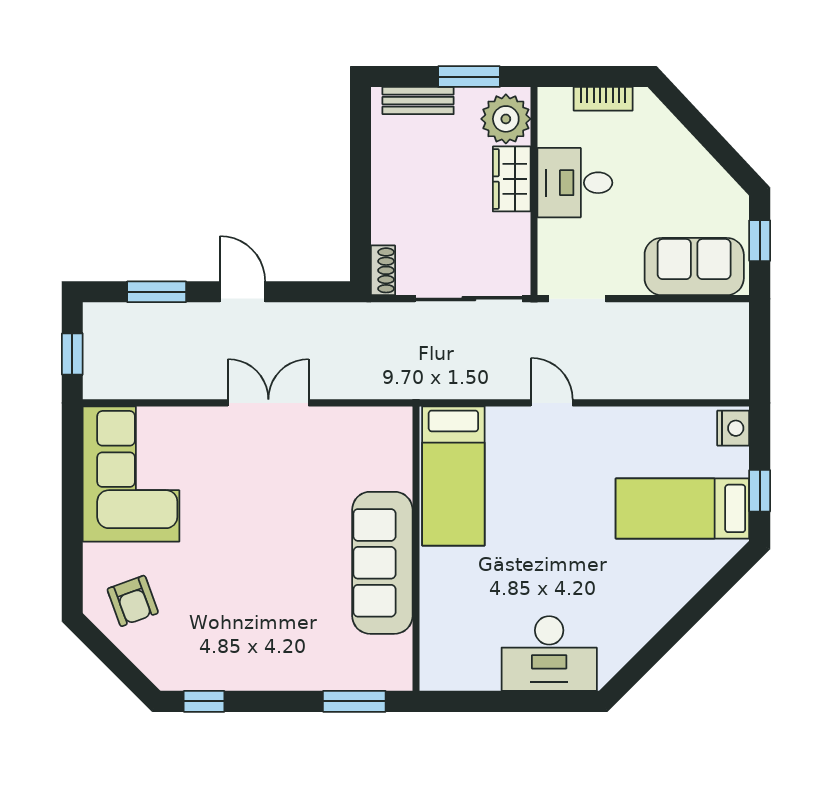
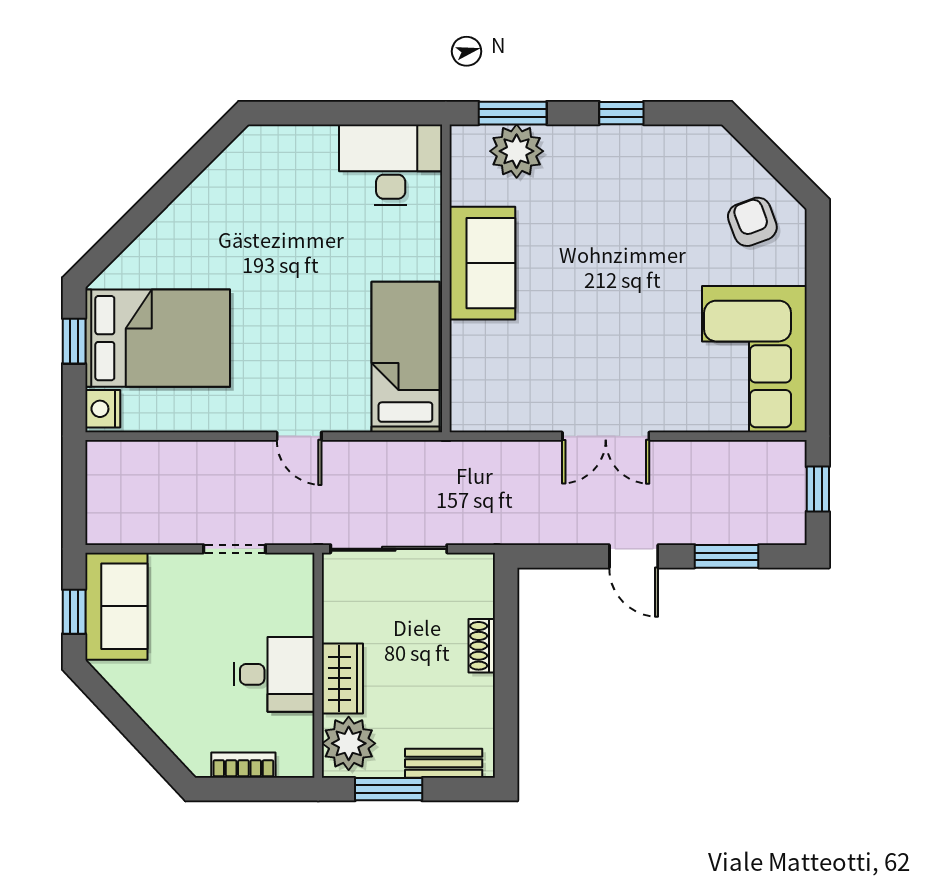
sofa: (694, 267) -> (116, 606), moved, turned -90
shoe rack: (383, 270) -> (482, 646), moved
doorway: (577, 299) -> (234, 549), moved
bed: (682, 508) -> (158, 338), width x1.50
sofa: (382, 563) -> (482, 263), width x0.73
desk: (549, 654) -> (391, 165), moved
plant: (351, 666) -> (517, 151), added
window: (204, 701) -> (621, 113), moved

